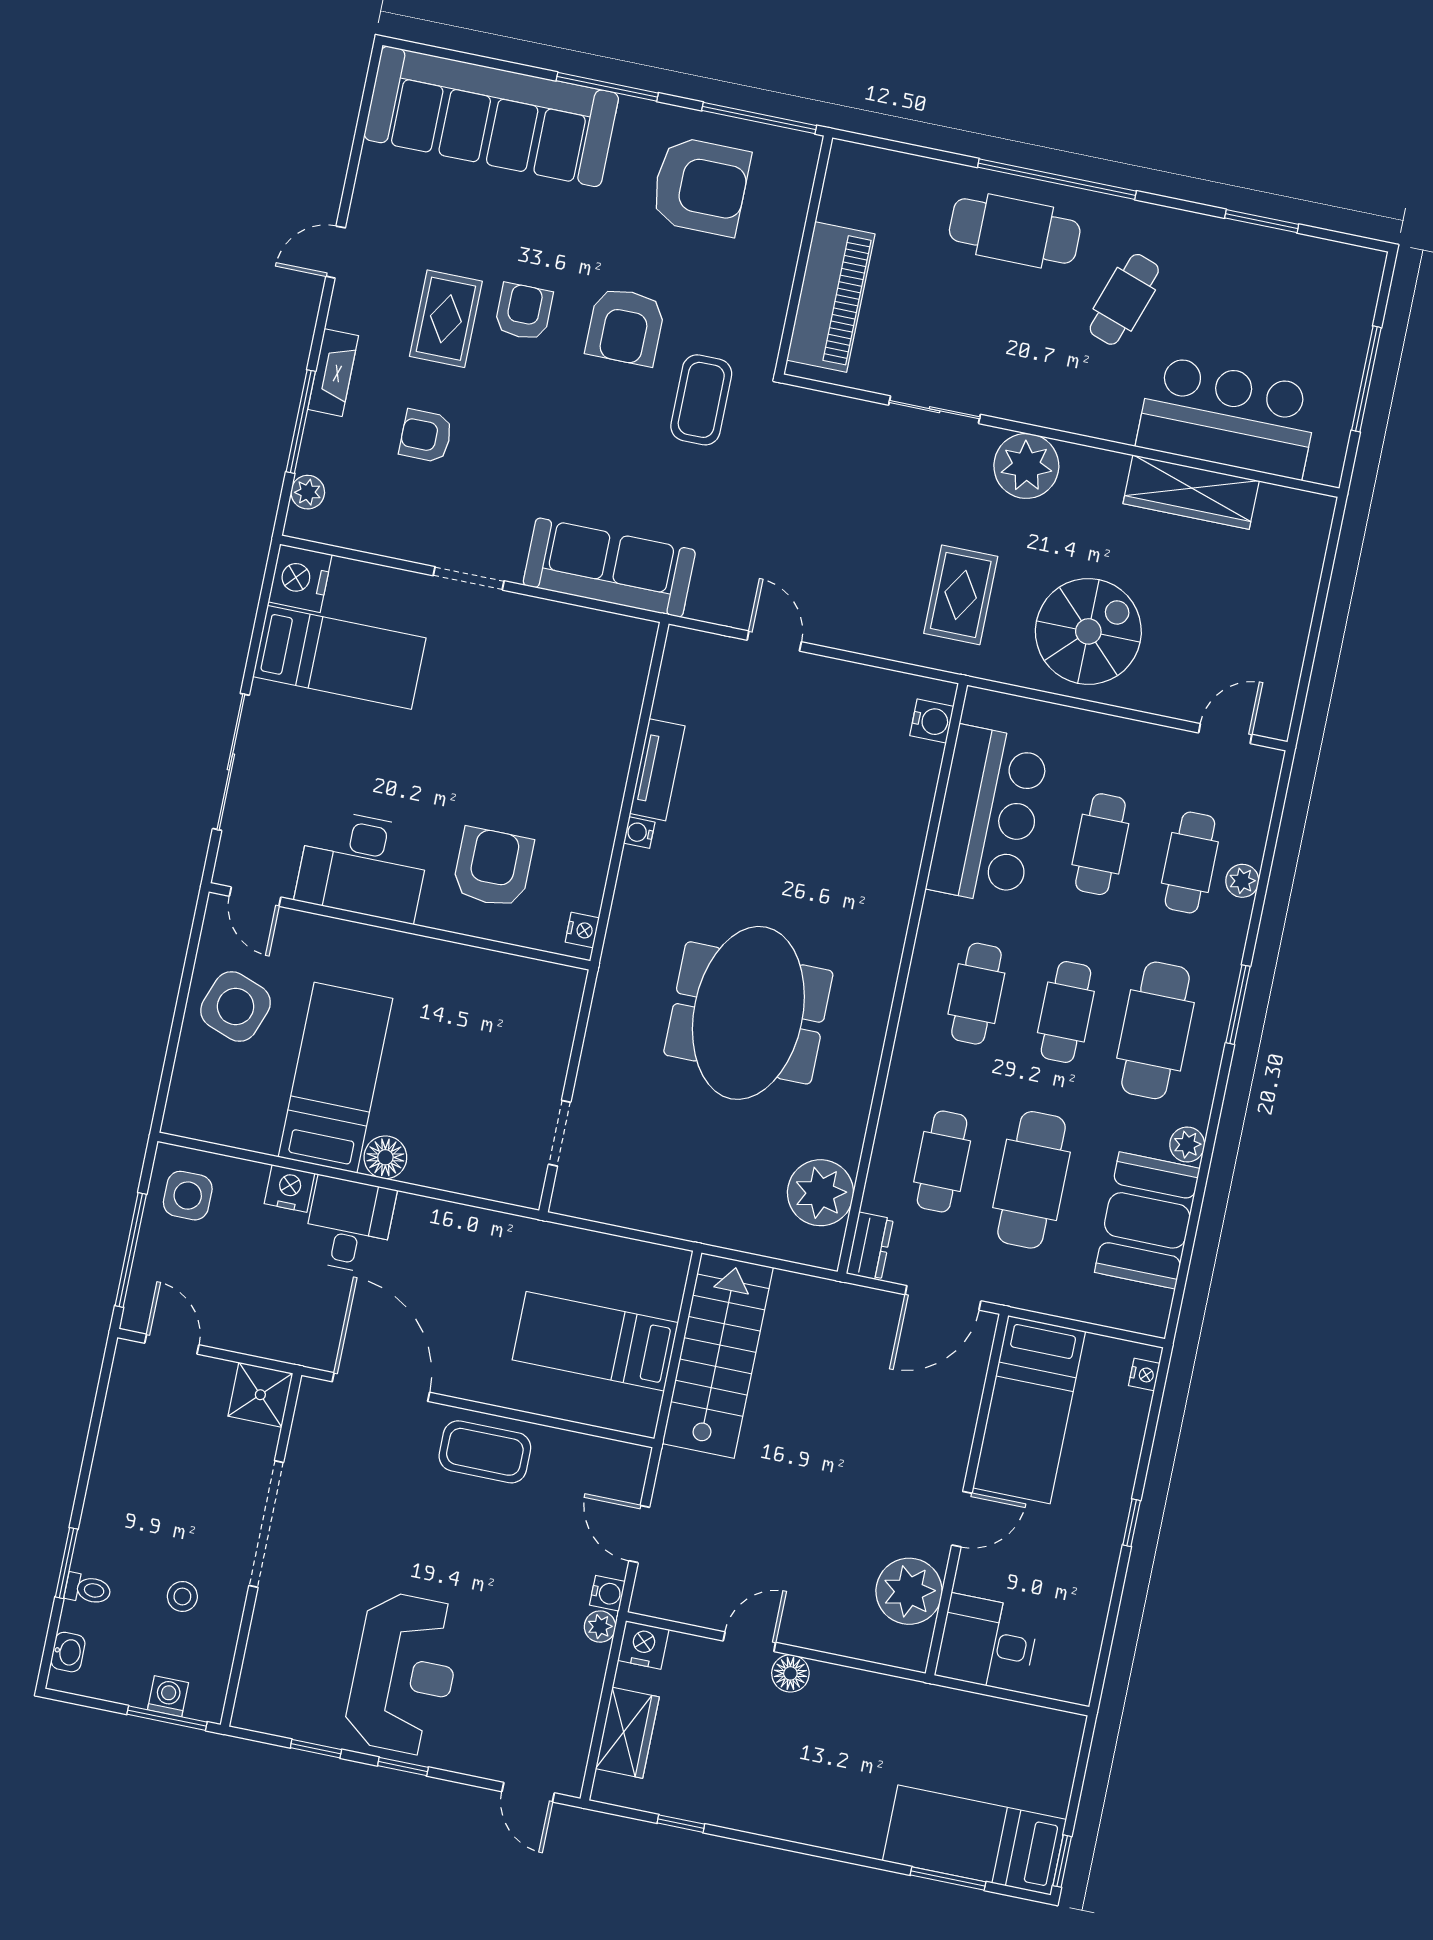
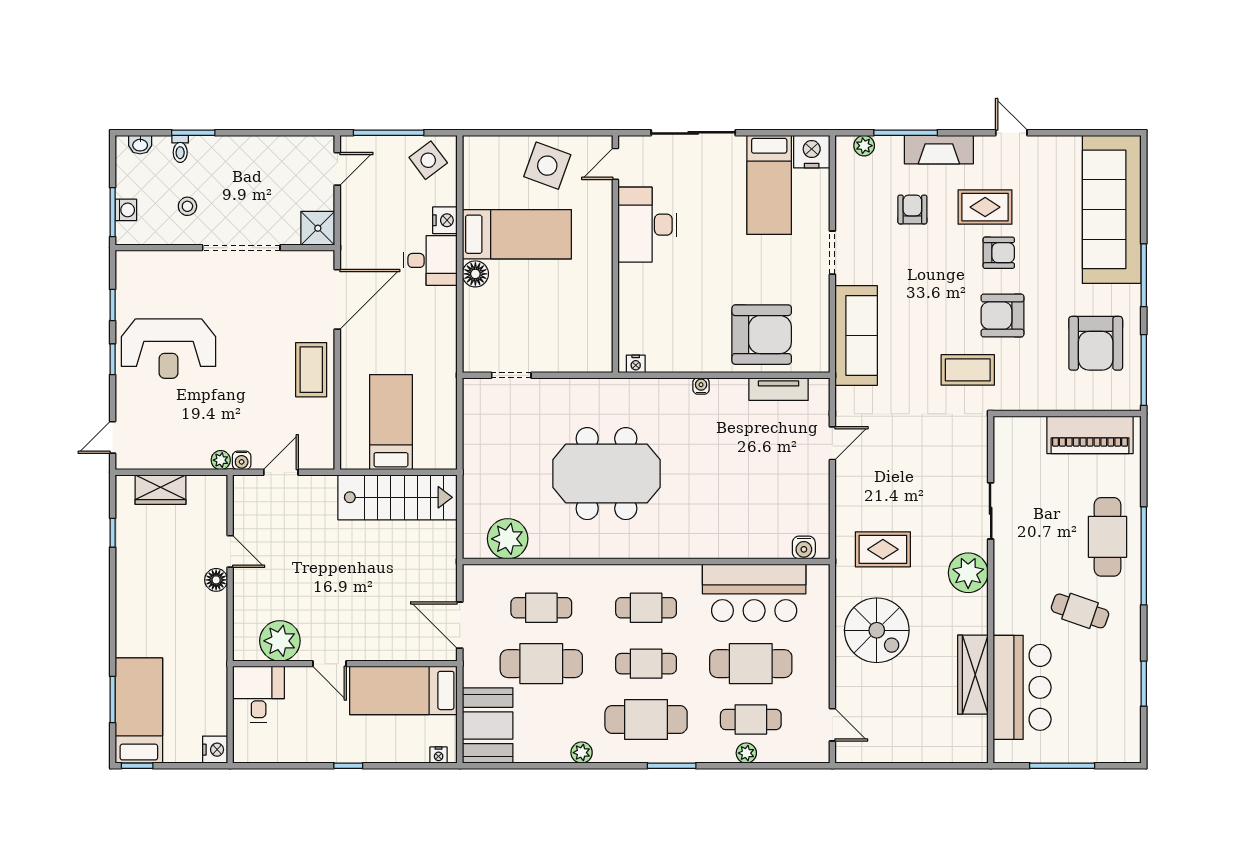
piano: (831, 297) -> (1090, 435), moved
fireplace: (333, 373) -> (939, 150), width x1.37, depth x1.32
tv unit: (657, 770) -> (779, 389), moved
cafe table: (1100, 844) -> (751, 664), width x1.37, depth x1.35
armchair: (493, 867) -> (762, 335), moved, width x1.36, depth x1.36
side table: (188, 1196) -> (428, 160), turned -37
booth: (1147, 1220) -> (488, 725), moved, turned 90
dresser: (870, 1246) -> (482, 575), removed
nightstand: (643, 1645) -> (215, 750), moved

